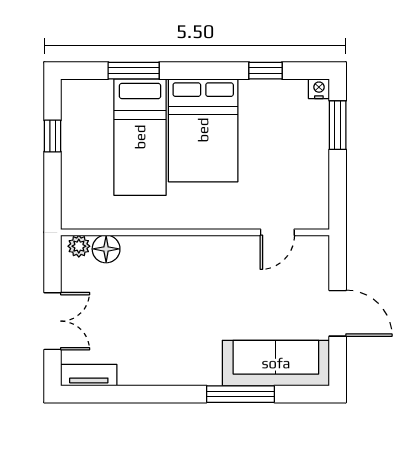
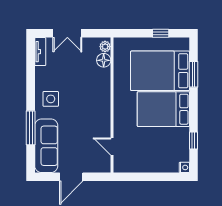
window: (338, 125) -> (166, 177), removed
bed: (140, 137) -> (160, 71), width x1.50
side table: (183, 354) -> (51, 99), added

